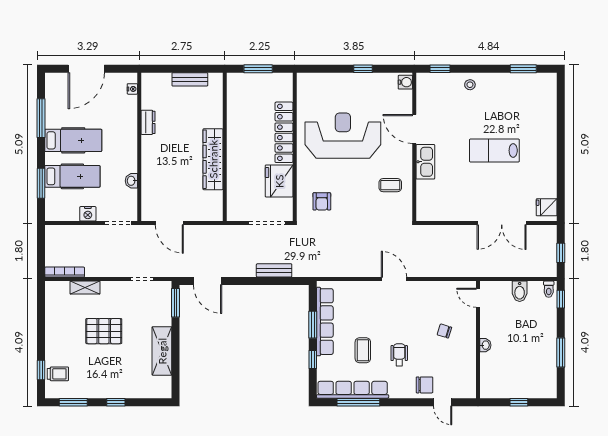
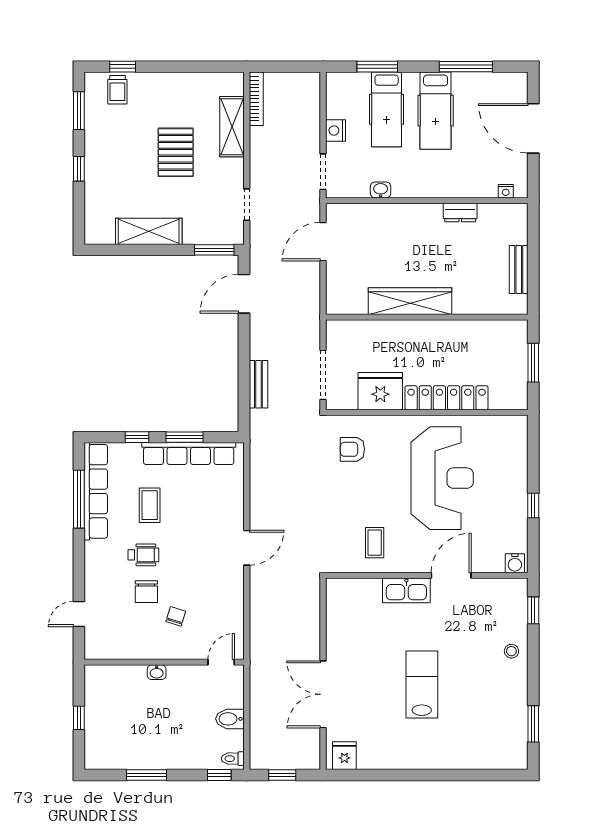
shelving: (85, 287) -> (232, 127), width x1.50, depth x1.33
coffee table: (363, 350) -> (150, 505), turned 90
chair: (425, 385) -> (146, 592), moved

